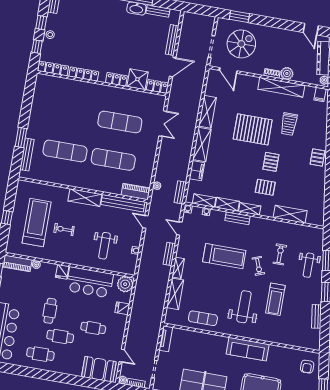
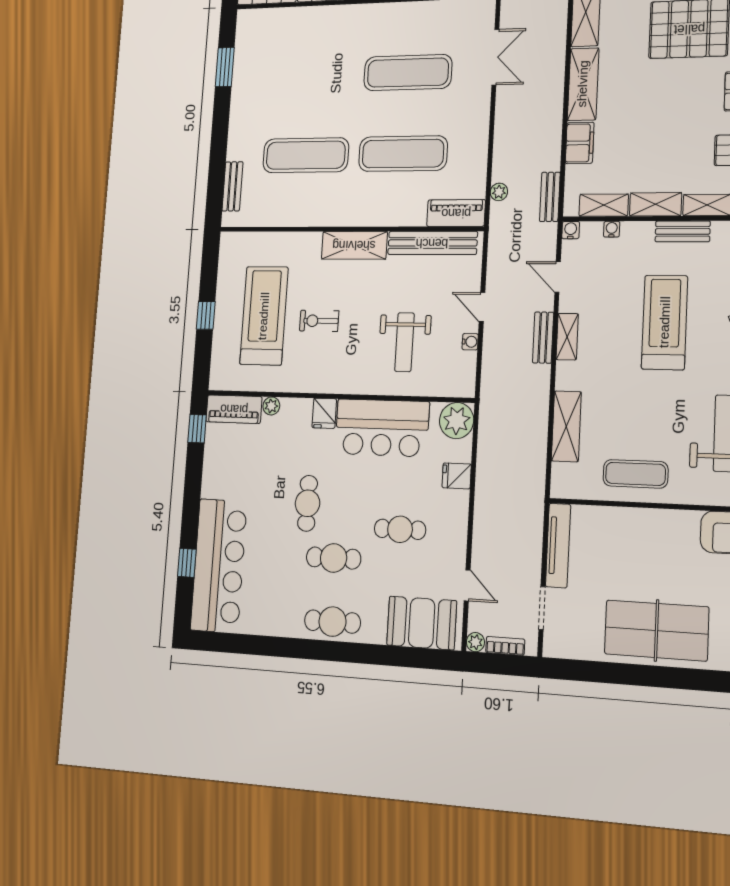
window: (21, 138) -> (225, 67), moved
bench: (27, 154) -> (232, 186), width x0.73
door: (145, 222) -> (482, 307), moved
treadmill: (224, 256) -> (665, 322), turned -90
shelving: (178, 268) -> (567, 337), moved
tv unit: (166, 339) -> (558, 545), width x1.41
cafe table: (40, 354) -> (332, 622), moved

